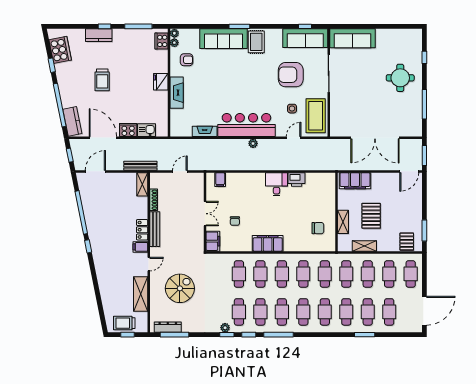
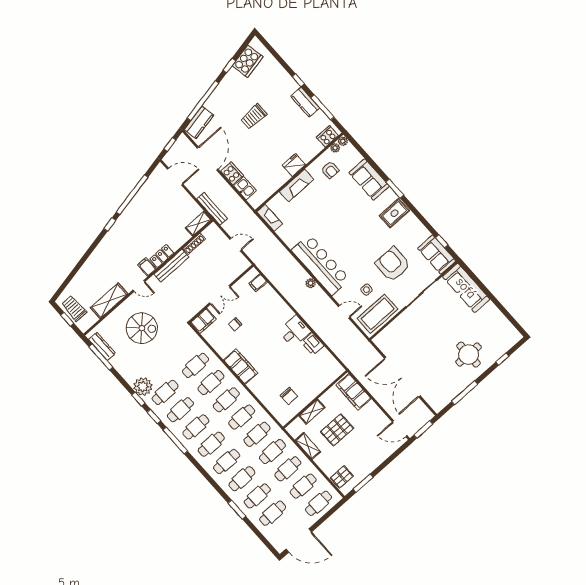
kitchen counter: (99, 35) -> (305, 102), moved
sofa: (305, 38) -> (437, 255), width x0.73
sofa: (223, 39) -> (369, 180), width x0.73
fireplace: (205, 131) -> (270, 218), moved
plant: (225, 328) -> (143, 387), width x1.88, depth x1.88

